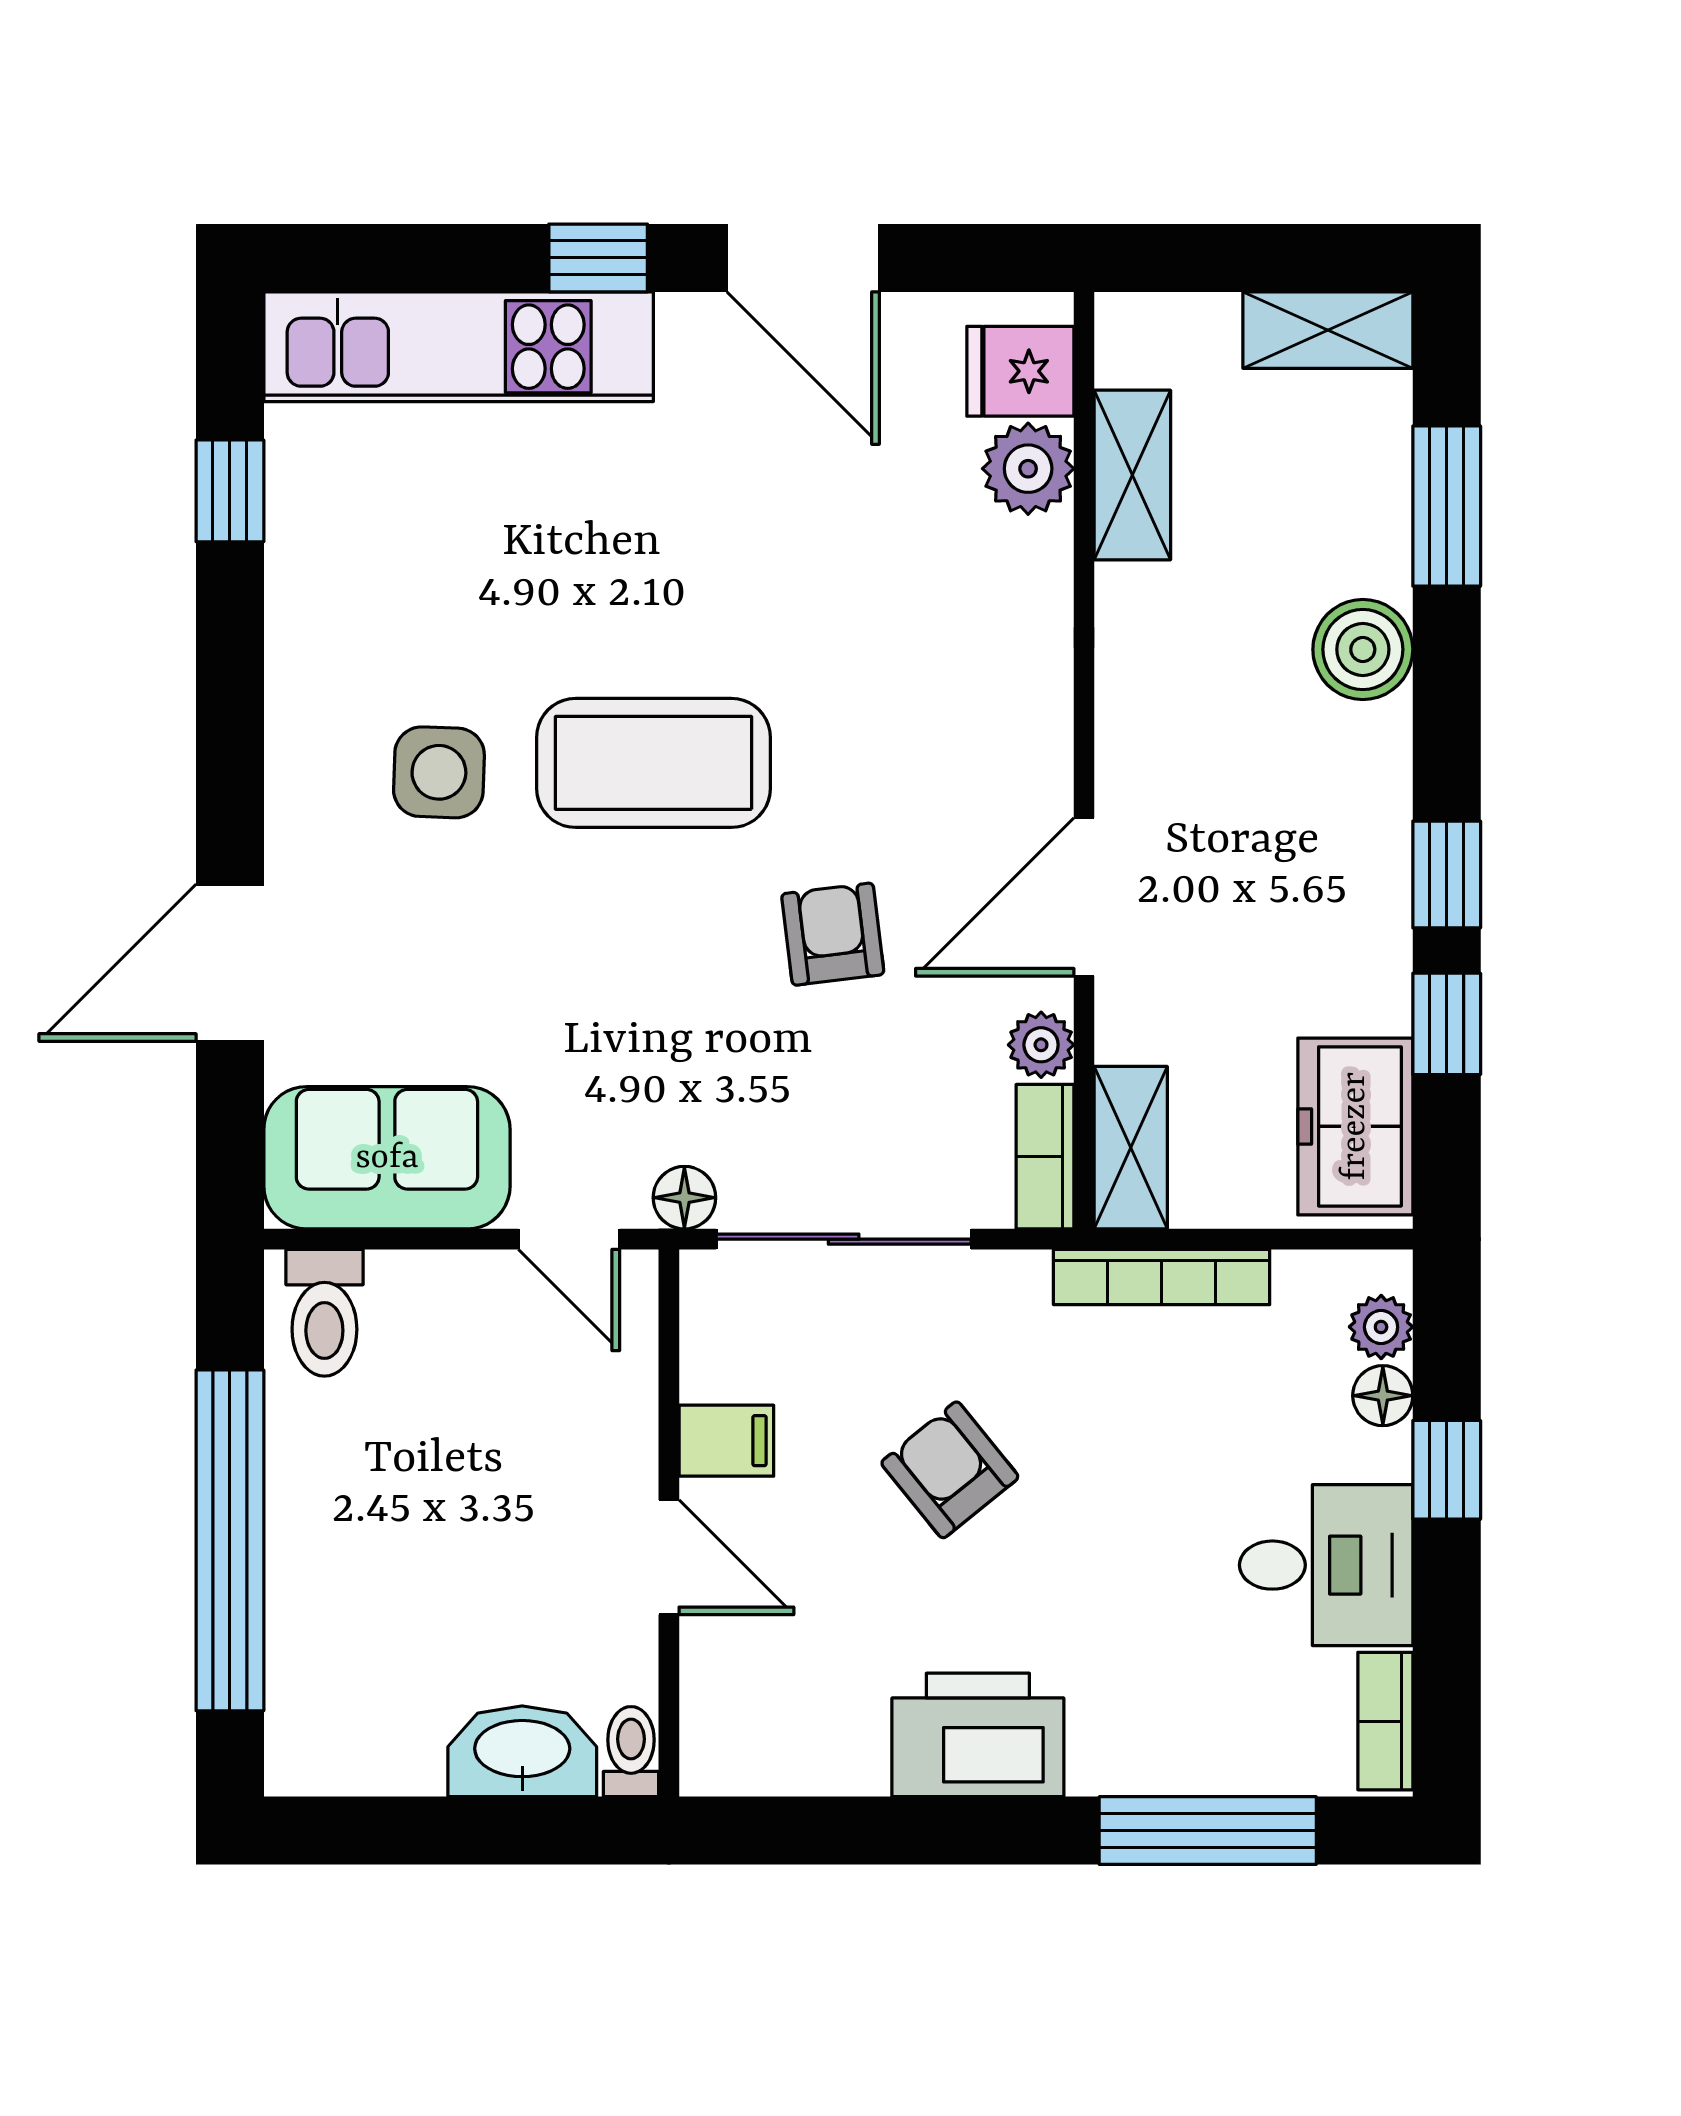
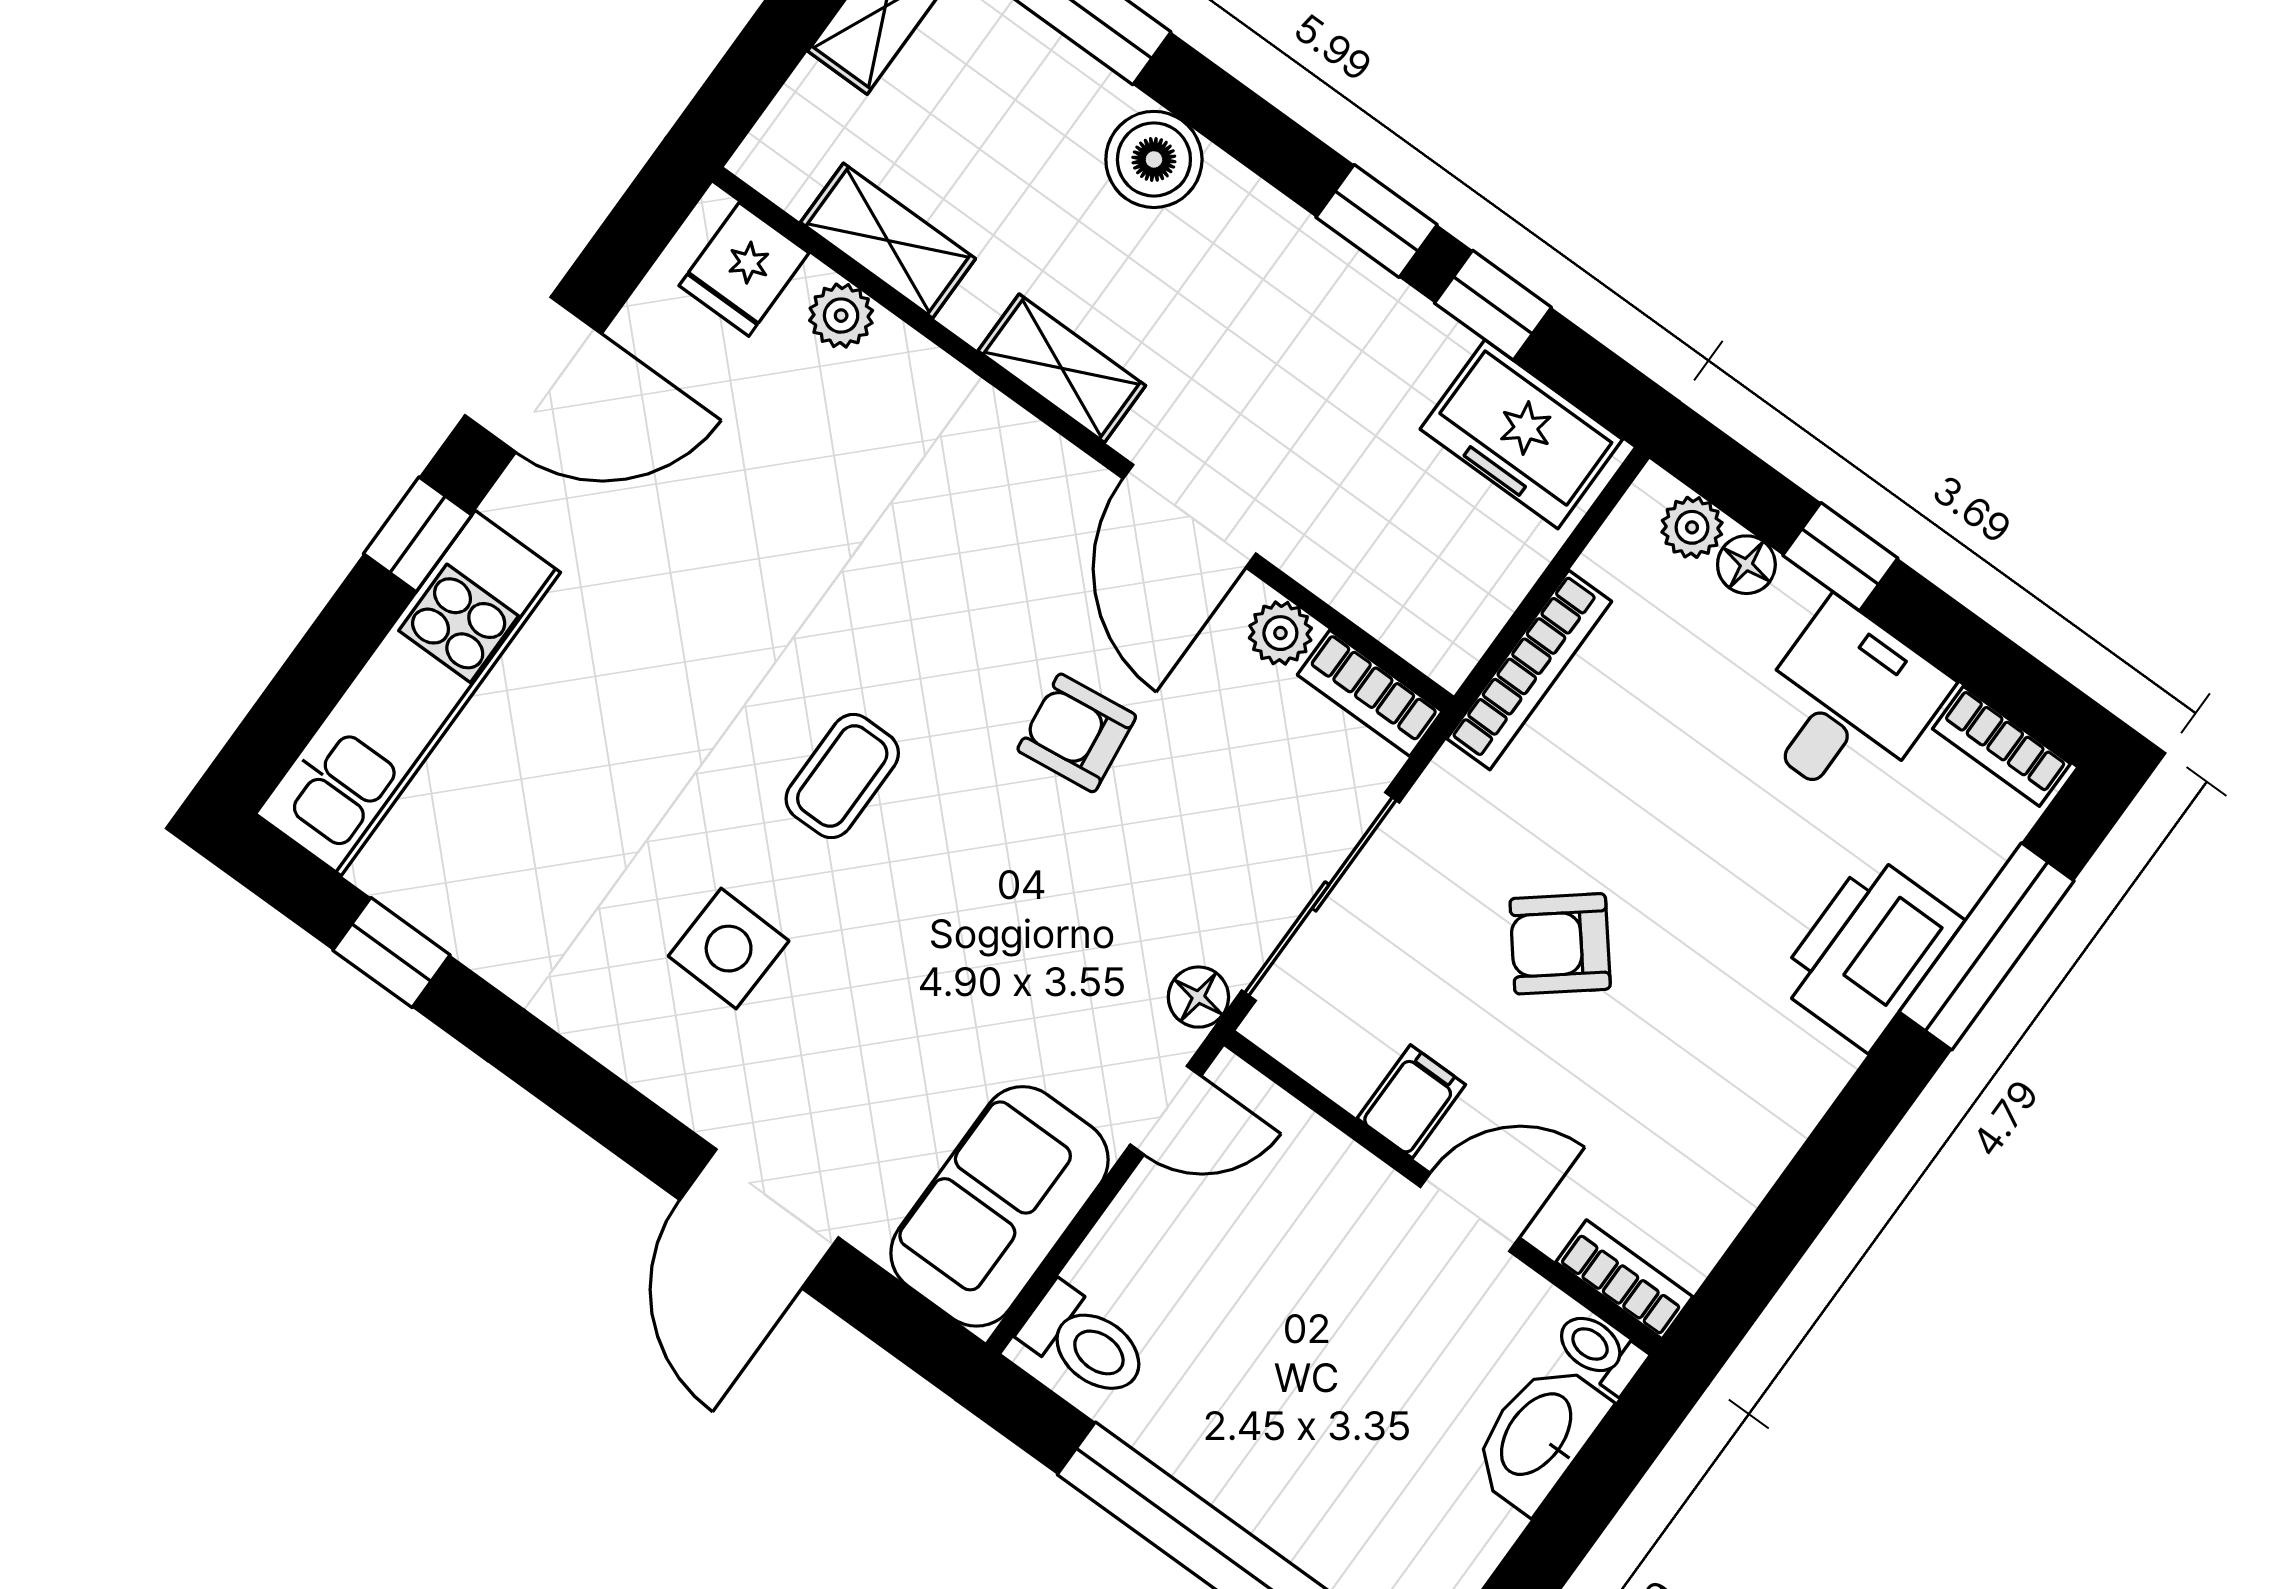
plant: (1028, 469) -> (841, 316), width x0.73, depth x0.73
coffee table: (653, 763) -> (842, 776), width x0.54, depth x0.58
shelving: (1131, 1148) -> (1062, 368), moved
bookcase: (706, 1728) -> (1624, 1279), added
printer: (978, 1735) -> (1869, 952), moved

